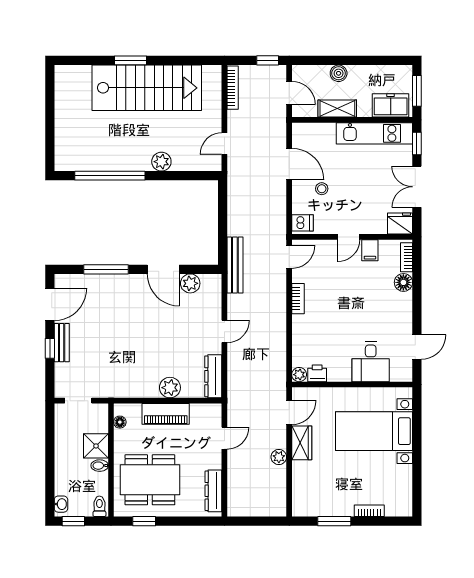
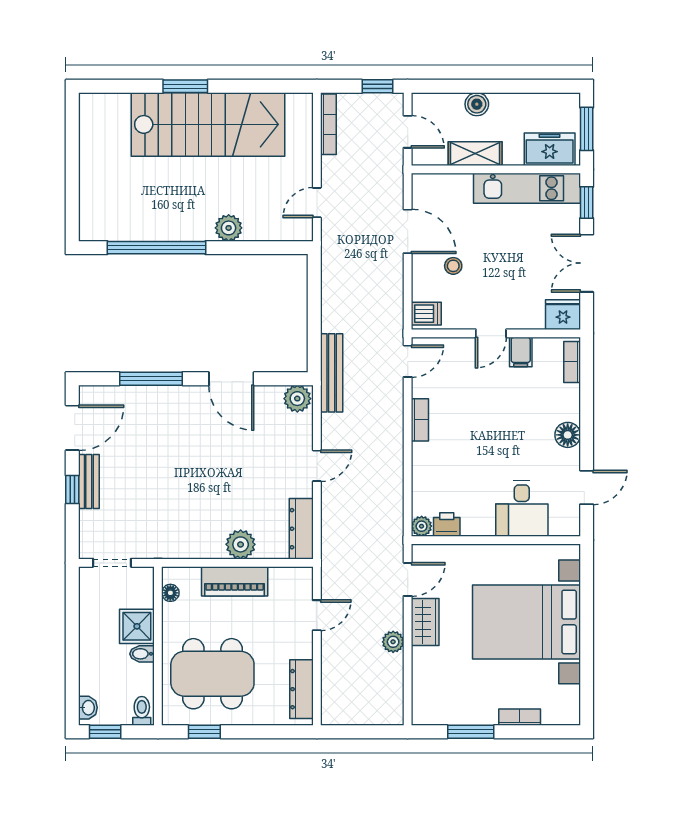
floor lamp: (403, 282) -> (568, 435), moved
plant: (190, 283) -> (297, 399), moved
bed with nightstands: (374, 431) -> (526, 622), width x1.36

